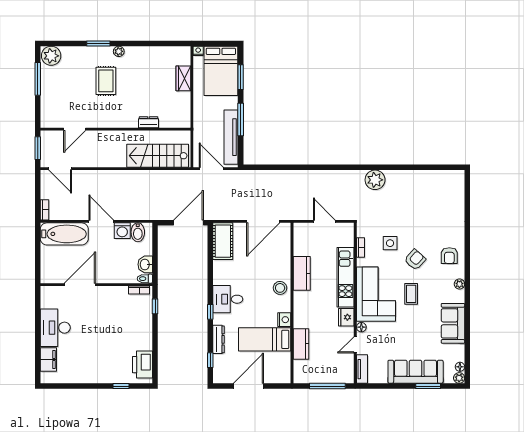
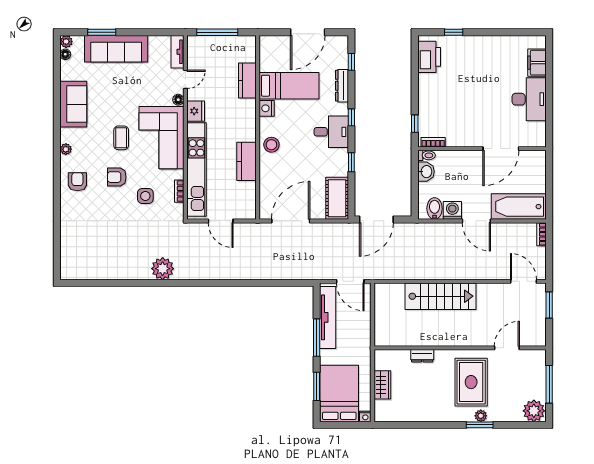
plant: (119, 51) -> (481, 416), moved
rug: (106, 81) -> (471, 382), width x1.36, depth x1.43
dresser: (149, 122) -> (422, 356), moved
door: (75, 129) -> (507, 348), moved
wall: (115, 129) -> (460, 348), moved
stairs: (158, 156) -> (441, 296), moved
armchair: (415, 260) -> (117, 177), turned 48
window: (210, 273) -> (351, 162), added
kitchen unit: (345, 277) -> (196, 169), width x1.36

